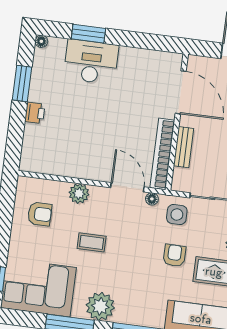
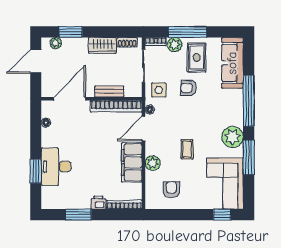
floor lamp: (41, 41) -> (46, 123), moved
bookcase: (27, 148) -> (124, 205), added
filing cabinet: (83, 165) -> (132, 162), added

